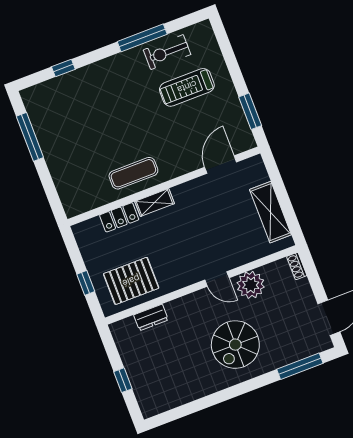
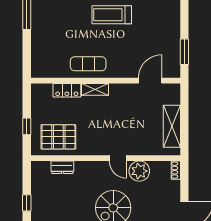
treadmill: (187, 87) -> (112, 15), moved

